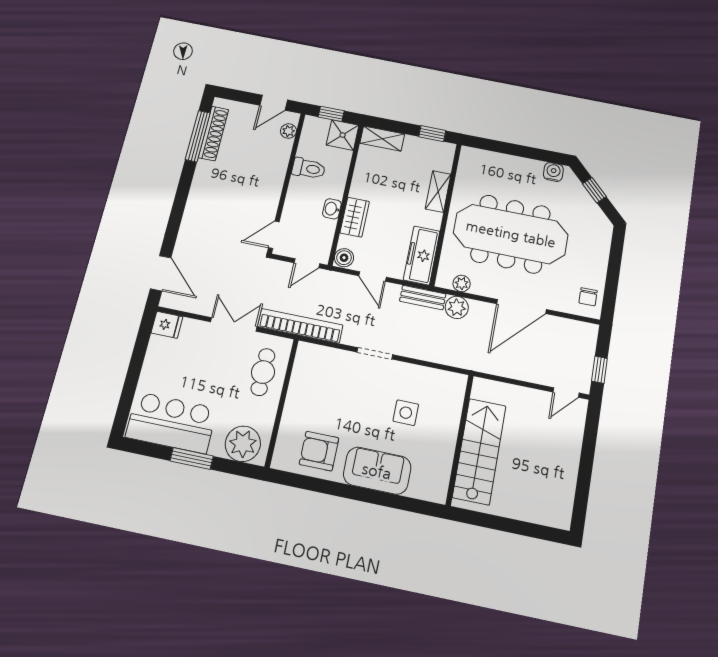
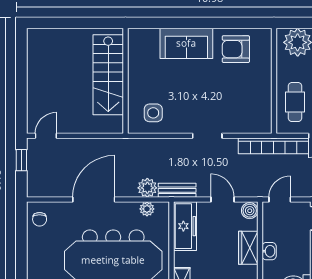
chair: (588, 297) -> (40, 219), turned 180
side table: (406, 413) -> (153, 113), moved
armchair: (319, 451) -> (236, 49), turned 180

